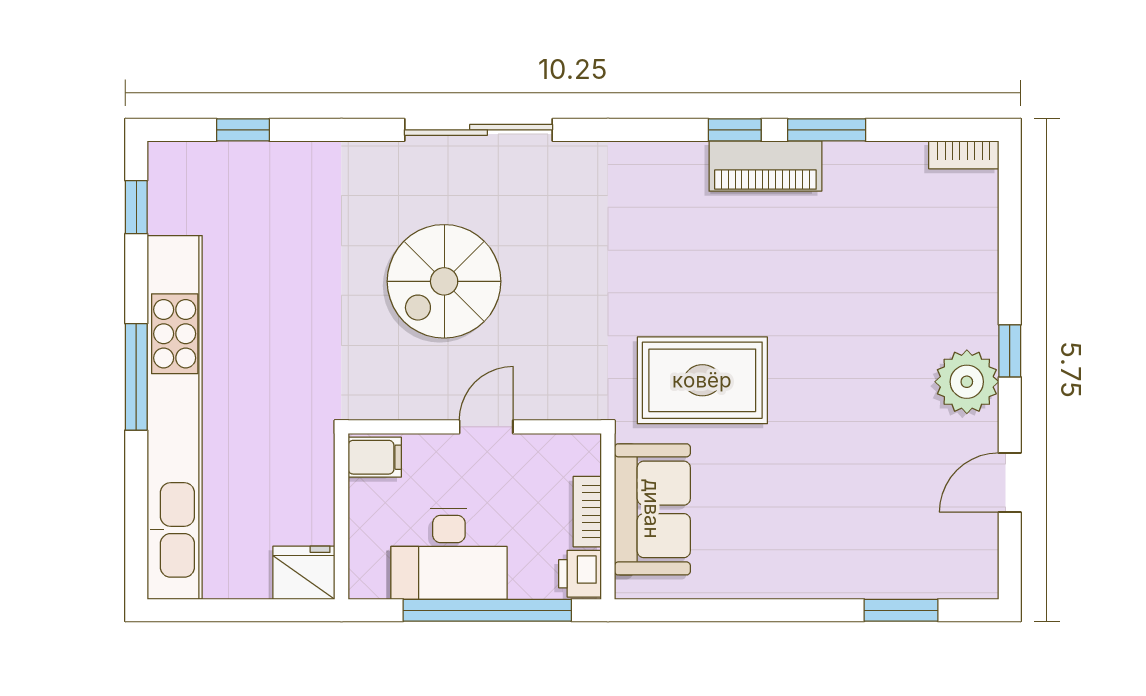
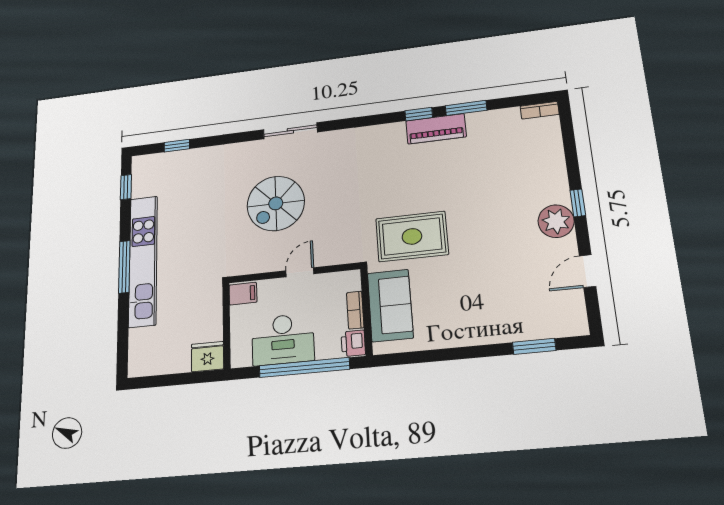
sliding door: (479, 130) -> (290, 131), width x0.73
kitchen unit: (175, 417) -> (143, 261), width x0.73

